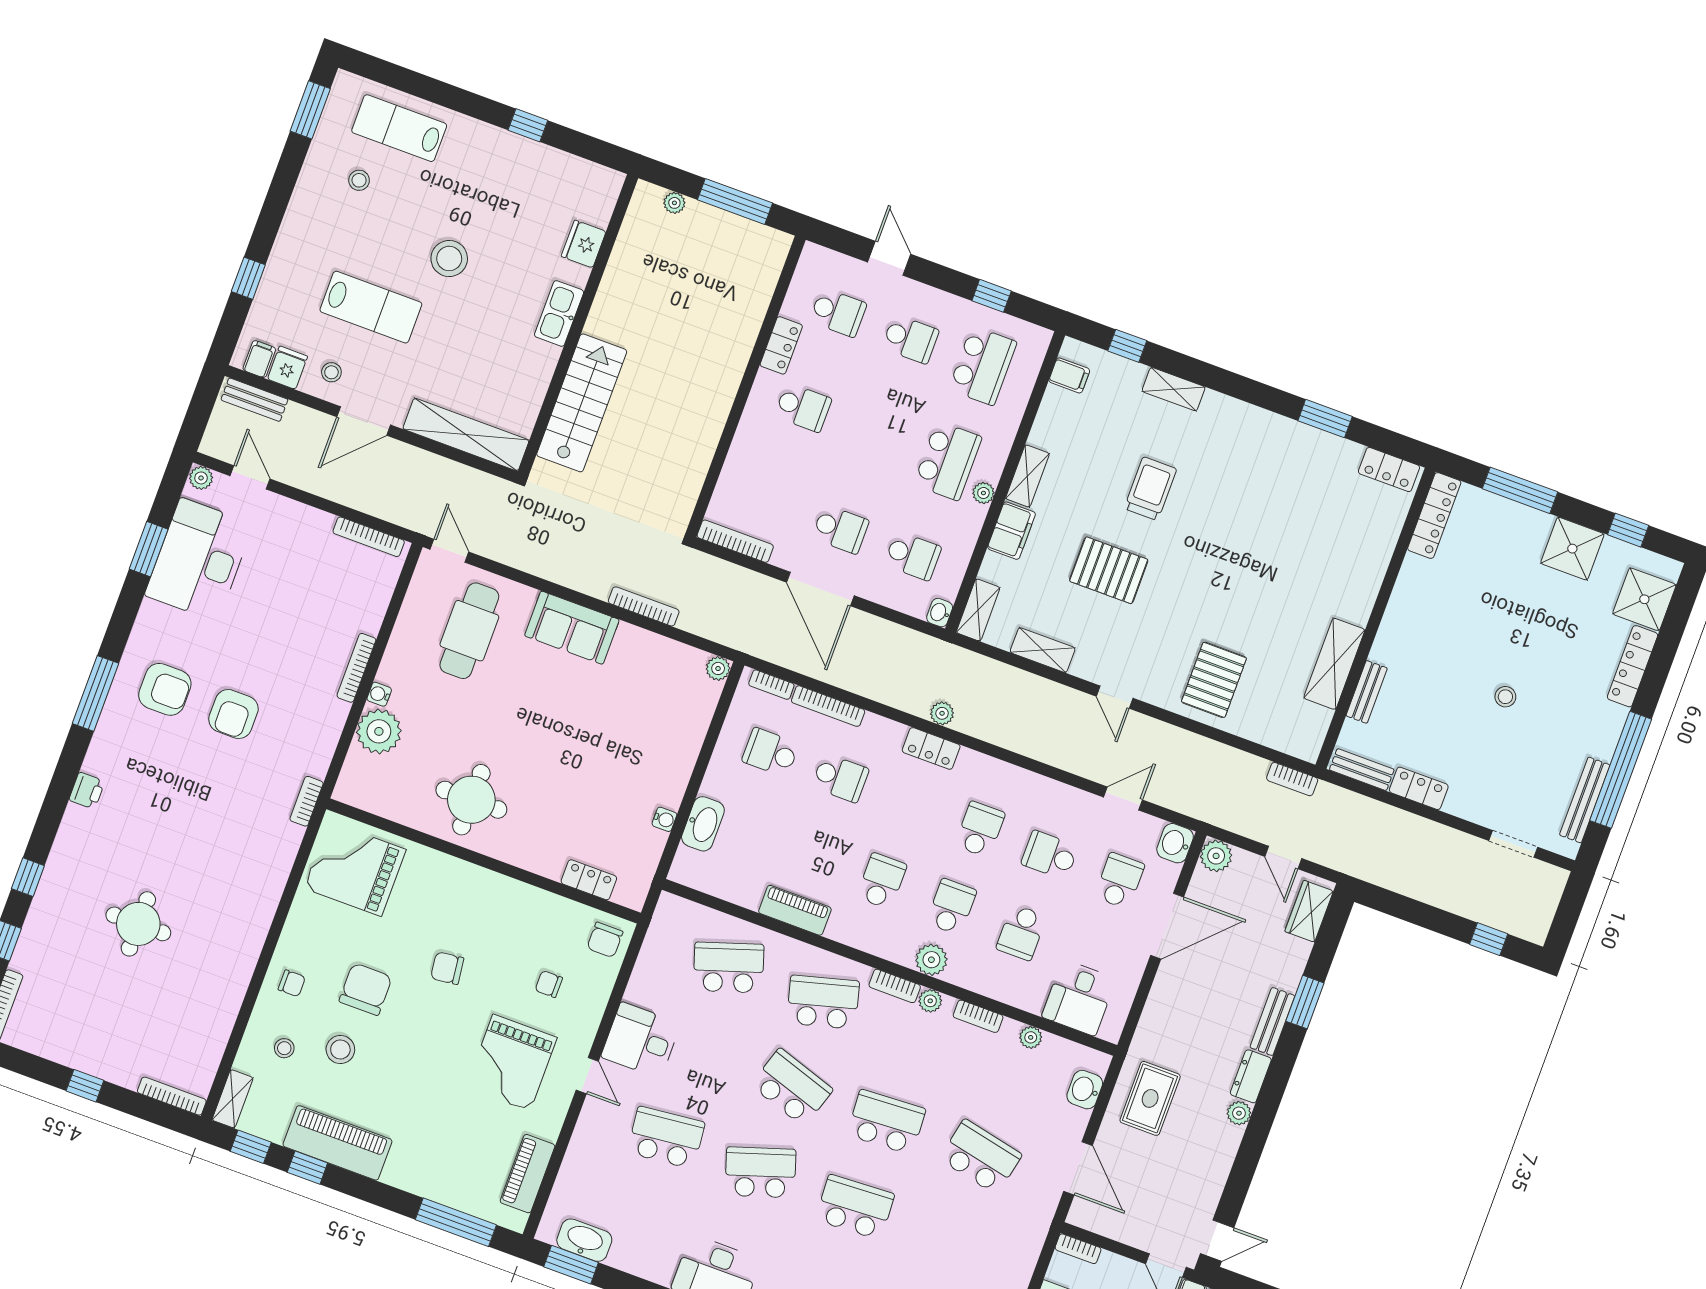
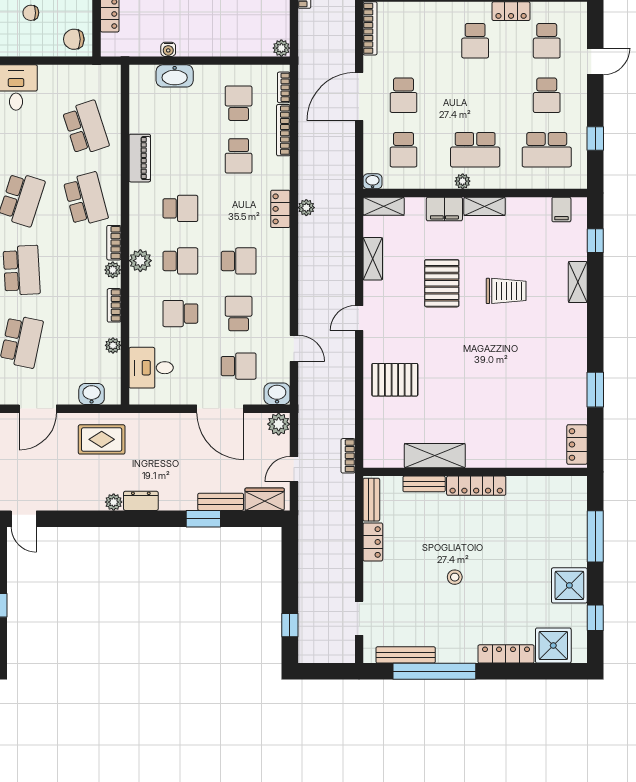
locker: (1434, 515) -> (476, 486), moved
chair: (549, 984) -> (31, 13), turned -90
bench: (1272, 1022) -> (221, 502), moved

